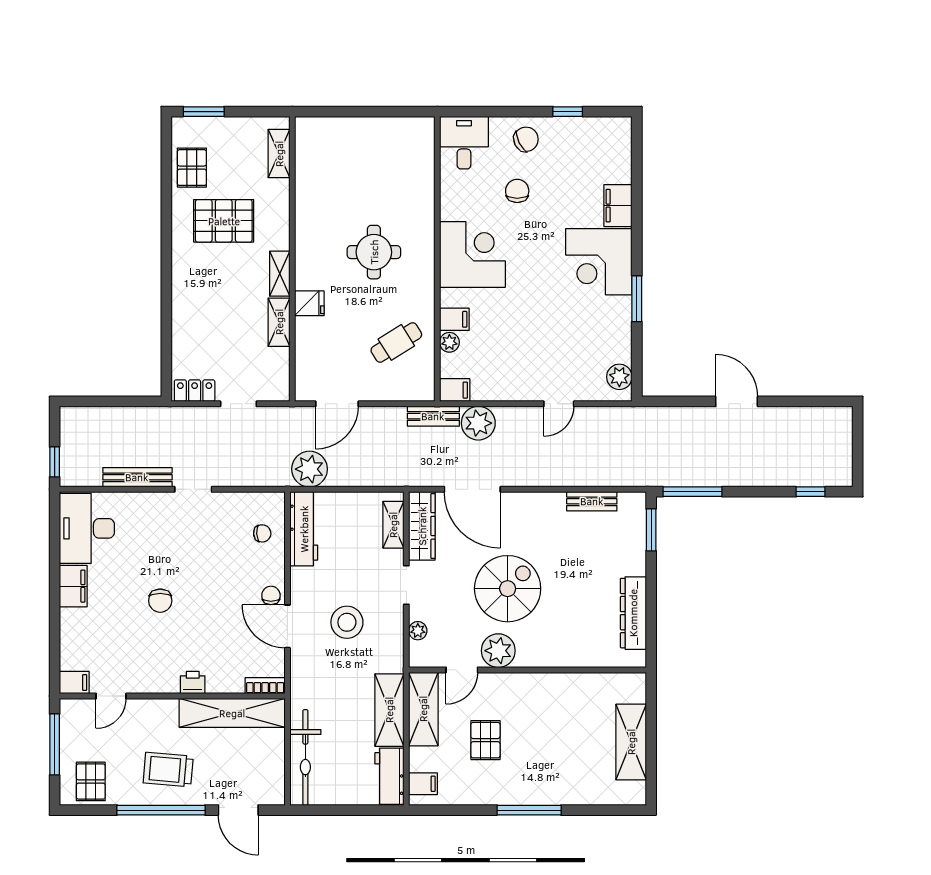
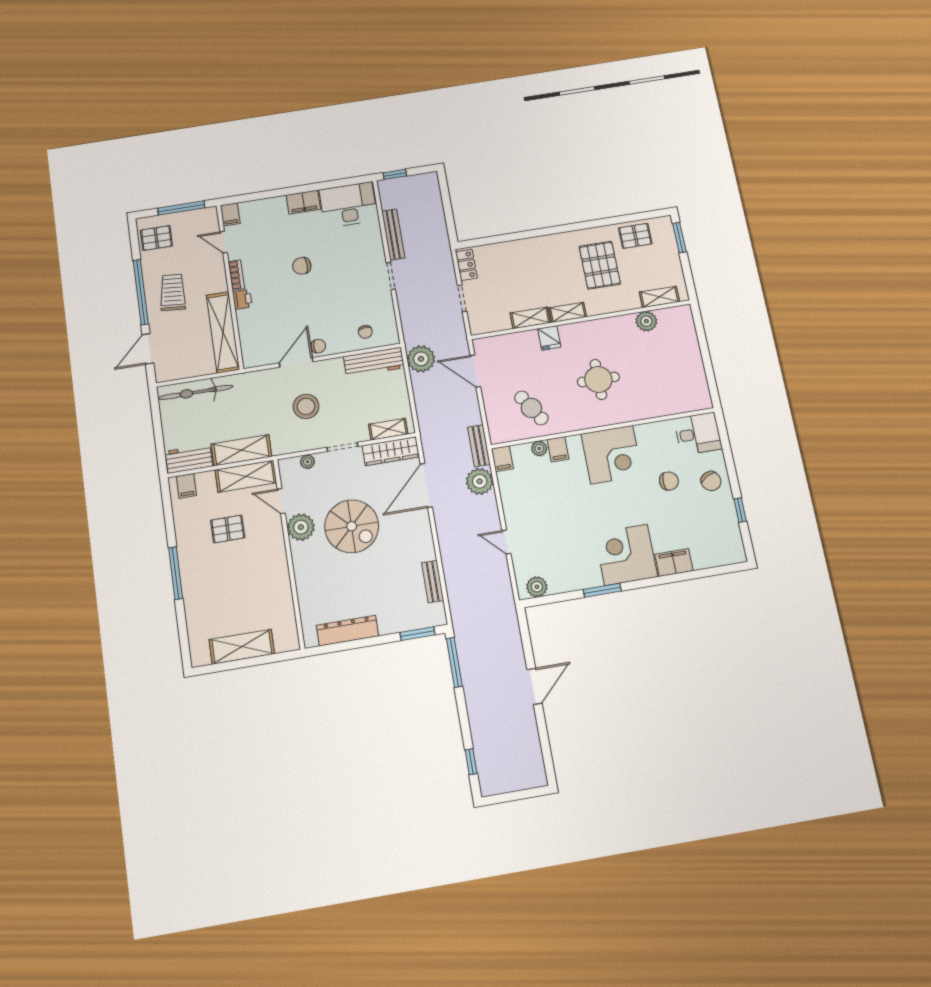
plant: (308, 177) -> (646, 321), added
bookcase: (265, 686) -> (236, 275), moved

